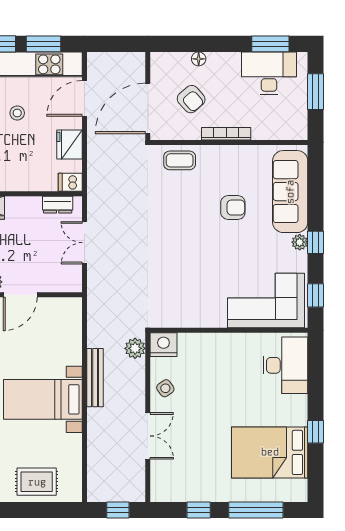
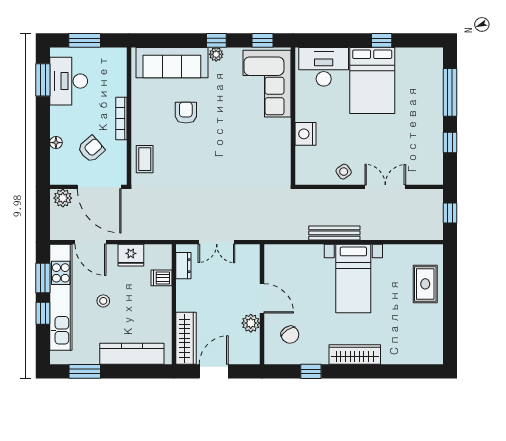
dishwasher: (70, 182) -> (161, 278), moved, turned 90
nightstand: (163, 345) -> (306, 134), moved
plant: (135, 348) -> (63, 198), moved
bed: (270, 452) -> (372, 80), moved

